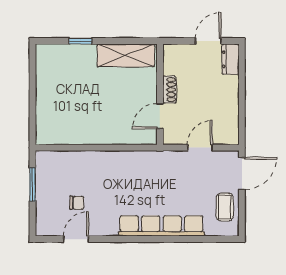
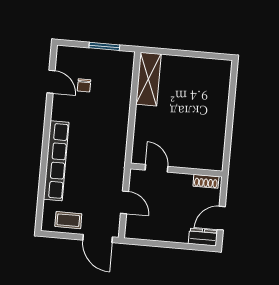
window: (80, 41) -> (231, 102), removed
door: (208, 41) -> (221, 218), swing flipped
shelving: (126, 55) -> (148, 79), moved
shoe rack: (169, 90) -> (206, 181), moved

